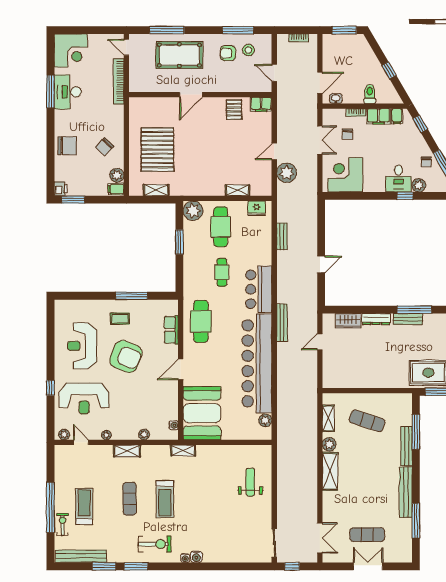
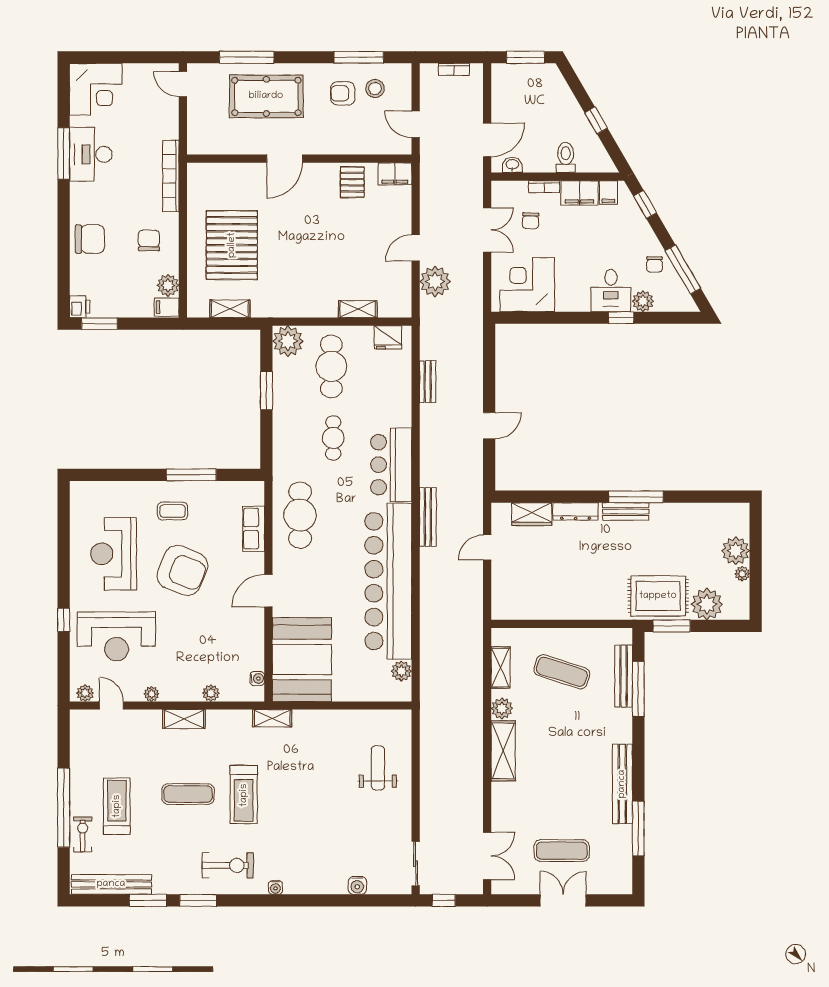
bookcase: (119, 81) -> (171, 176), moved
chair: (105, 147) -> (149, 240), turned 136
bench: (407, 446) -> (624, 676), moved
exercise mat: (130, 499) -> (188, 794), turned 90
water cooler: (196, 557) -> (357, 885), moved

